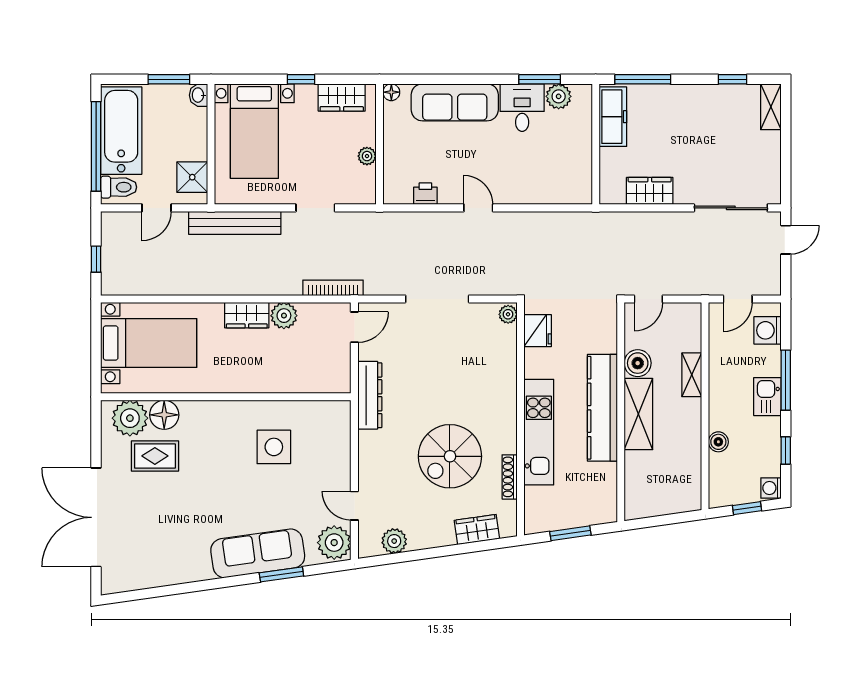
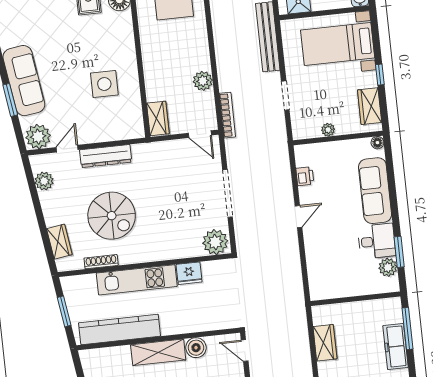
freezer: (613, 117) -> (396, 346), moved, turned 90
plant: (508, 314) -> (215, 242), width x1.88, depth x1.88
wardrobe: (247, 315) -> (158, 118), moved, turned 180
fridge: (538, 331) -> (189, 273), moved
dresser: (370, 395) -> (106, 156), moved
kitchen counter: (602, 408) -> (120, 329), moved
spiral stairs: (450, 456) -> (112, 216), turned 180

